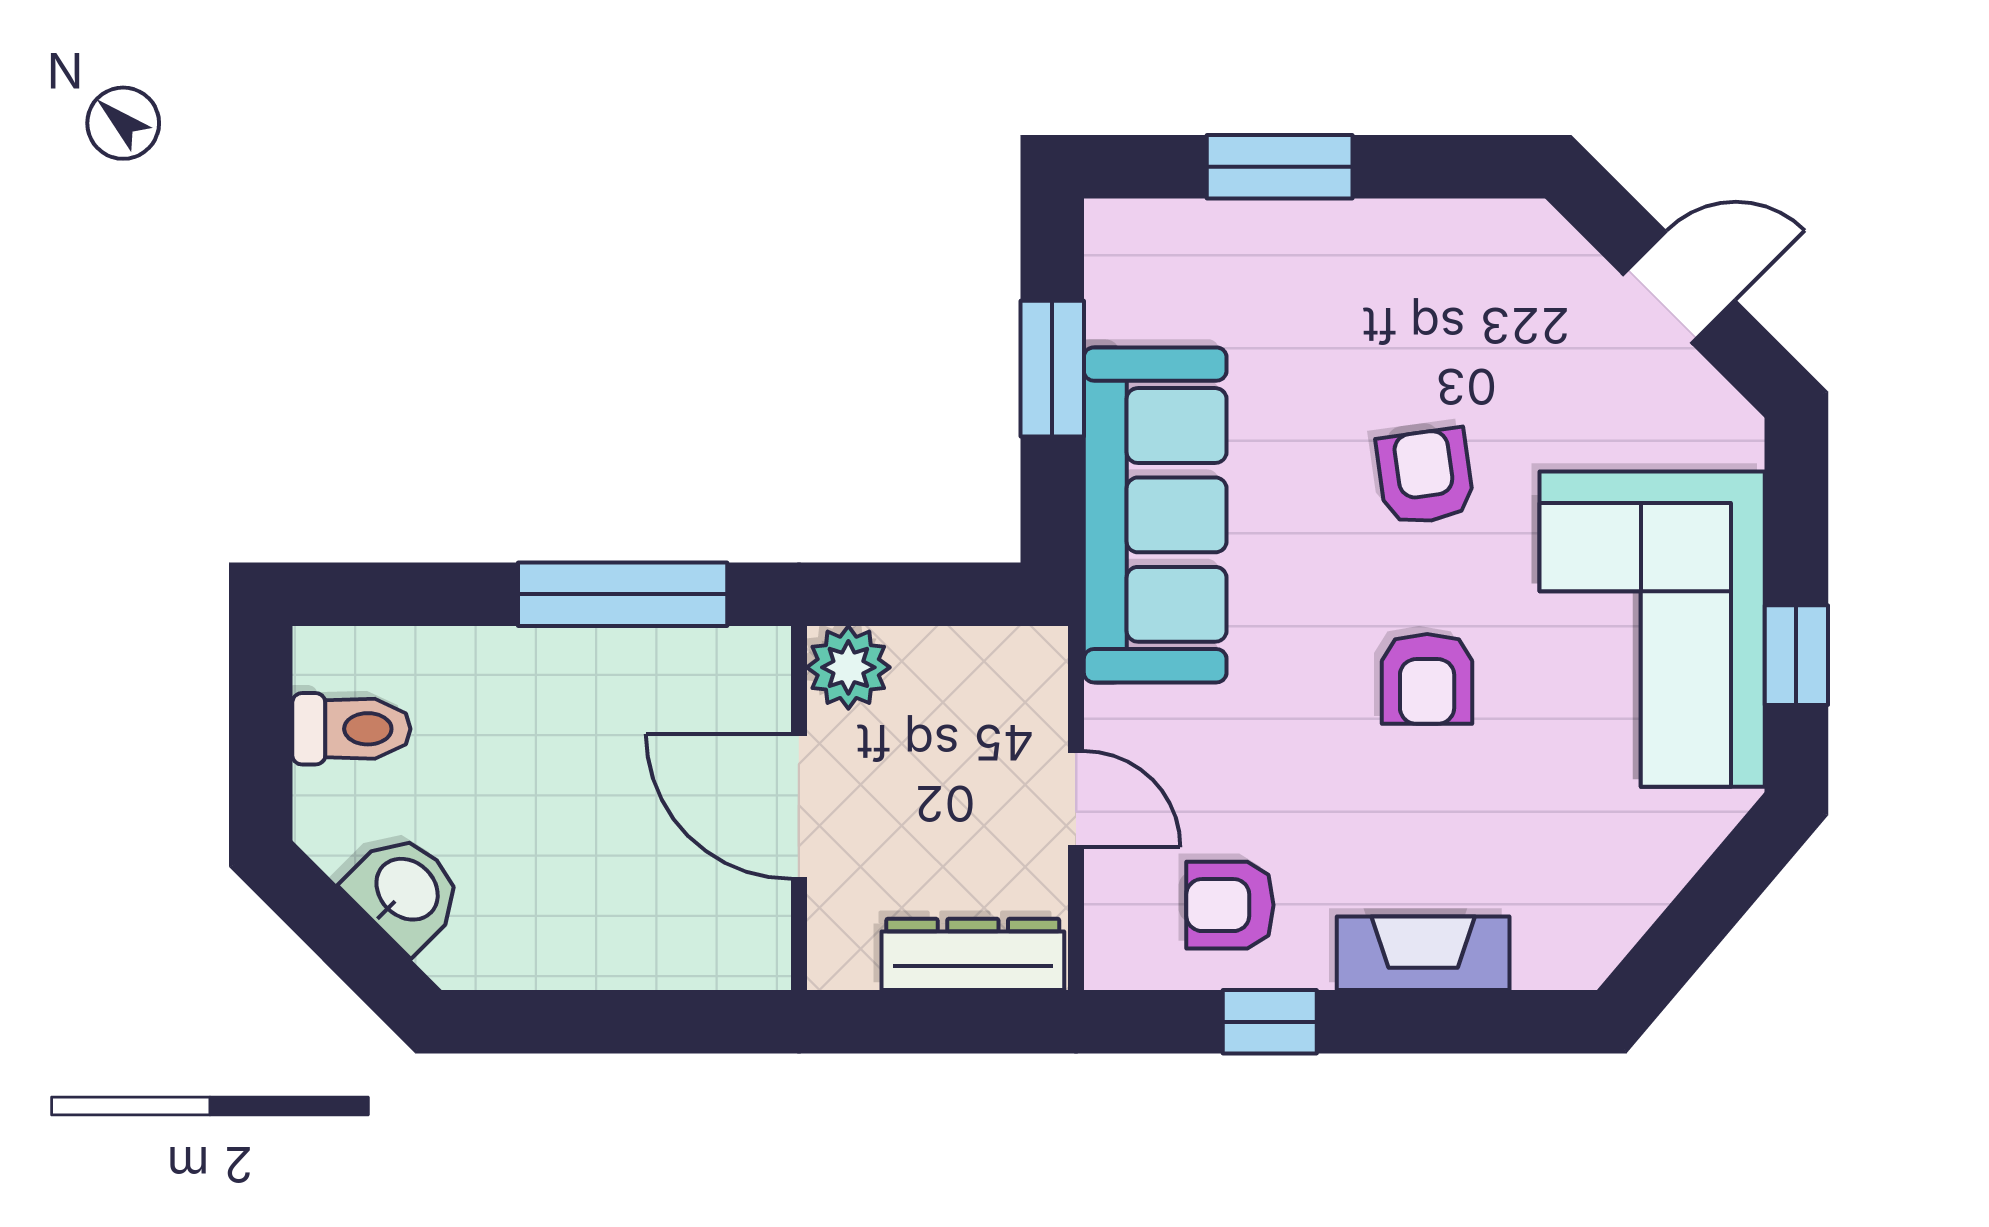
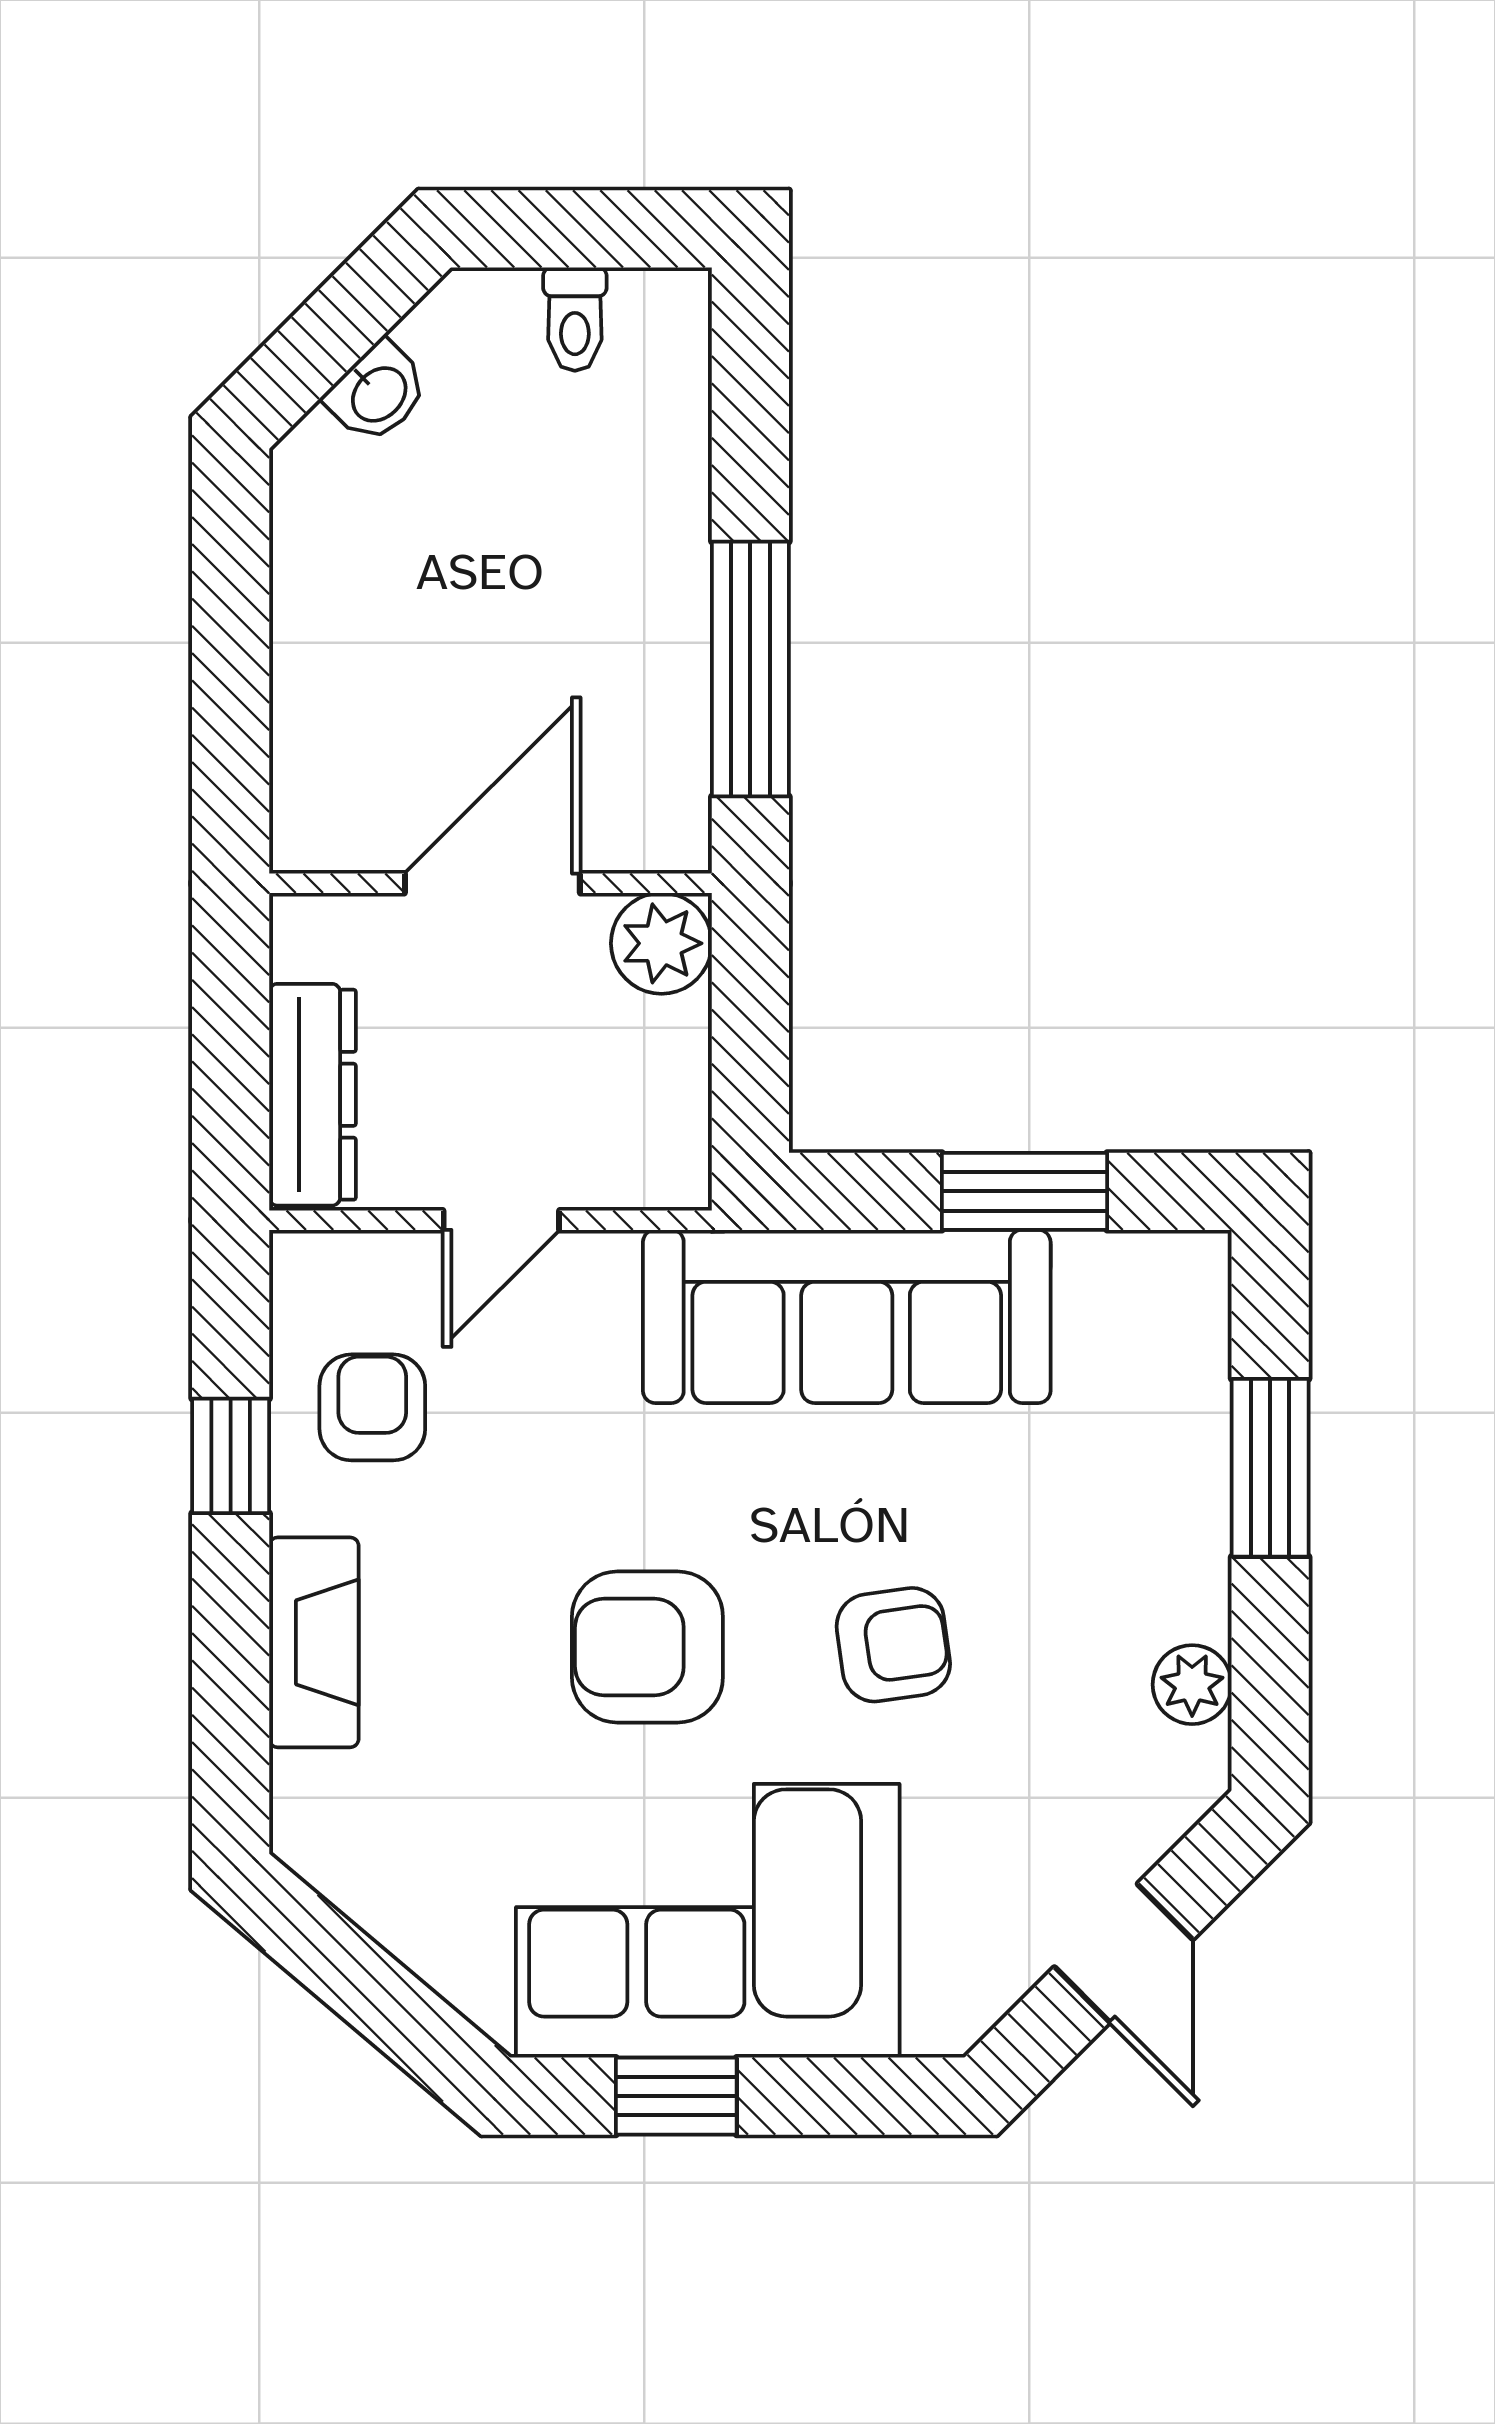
plant: (1458, 231) -> (1192, 1685), added
armchair: (1427, 679) -> (647, 1647), width x1.38, depth x1.38
toilet: (351, 729) -> (575, 319), width x0.73, depth x0.72
washbasin: (405, 891) -> (378, 393), width x0.72, depth x0.69

